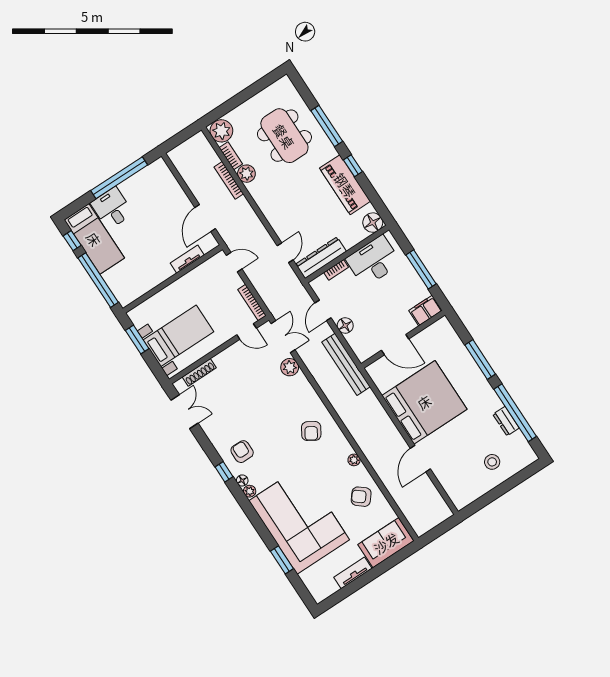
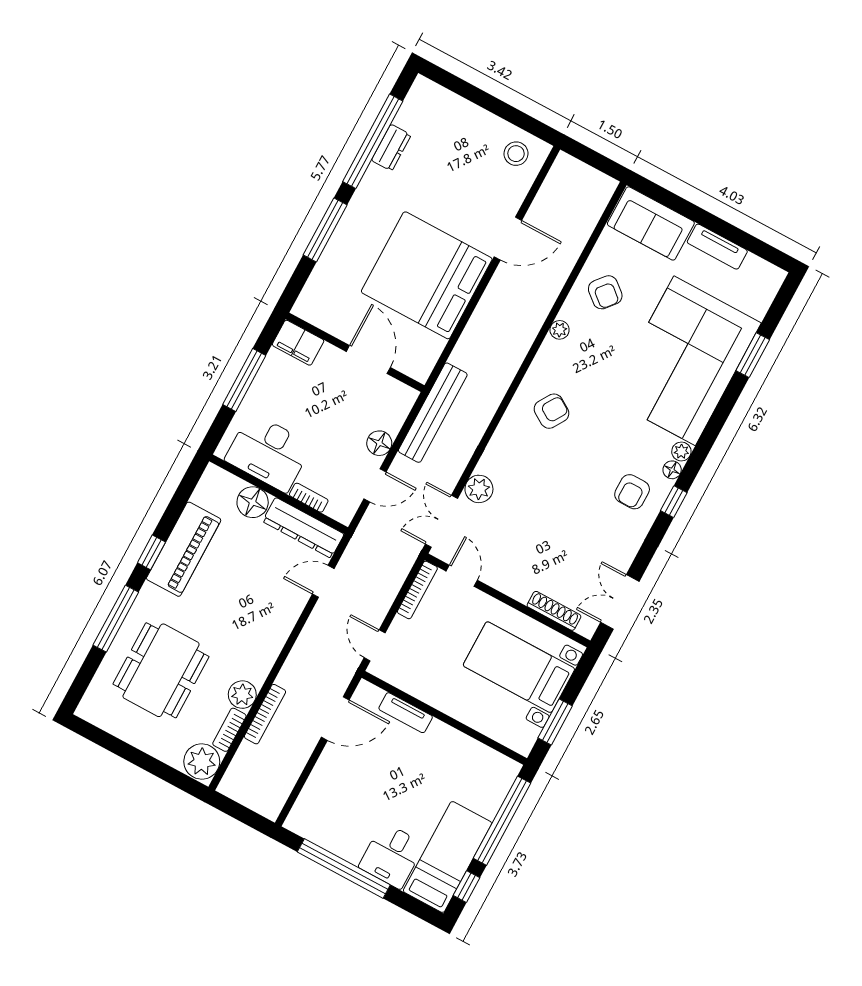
floor lamp: (373, 223) -> (253, 502), moved
stool: (492, 462) -> (516, 154), moved

